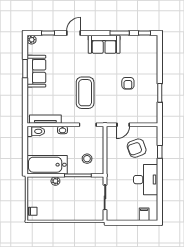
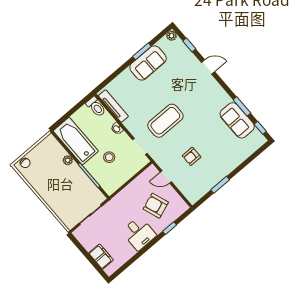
sofa: (104, 44) -> (237, 120), moved
armchair: (128, 83) -> (192, 156), moved
stool: (87, 159) -> (109, 157), moved
desk: (146, 180) -> (139, 233), width x0.73
filing cabinet: (144, 214) -> (101, 257), width x2.00

